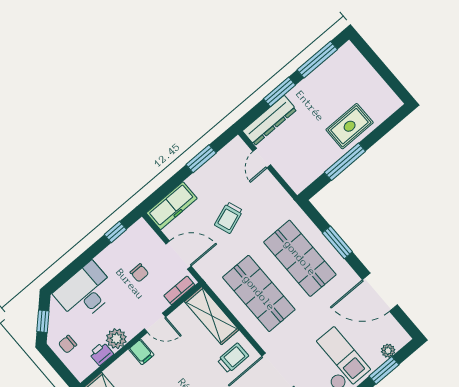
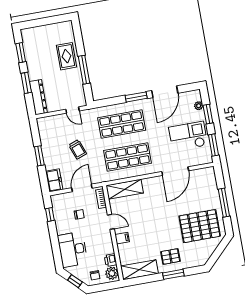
window: (317, 60) -> (21, 53), width x0.69
door: (262, 158) -> (73, 110), moved
window: (201, 159) -> (39, 156), moved
freezer: (172, 206) -> (54, 180), width x0.71
window: (337, 242) -> (136, 97), moved
door: (155, 323) -> (111, 222), hinge flipped
plant: (116, 339) -> (112, 273), moved
trolley: (233, 358) -> (154, 191), removed

